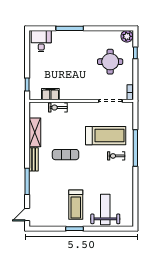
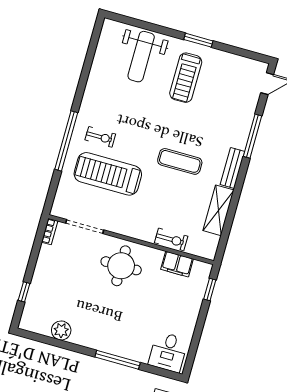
plant: (127, 36) -> (61, 330), moved
round table: (110, 62) -> (121, 266), moved
treadmill: (76, 205) -> (186, 78), turned 180

